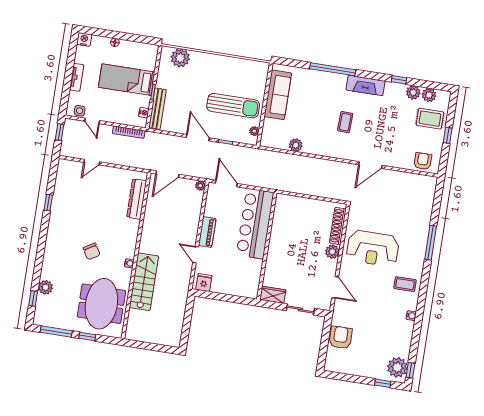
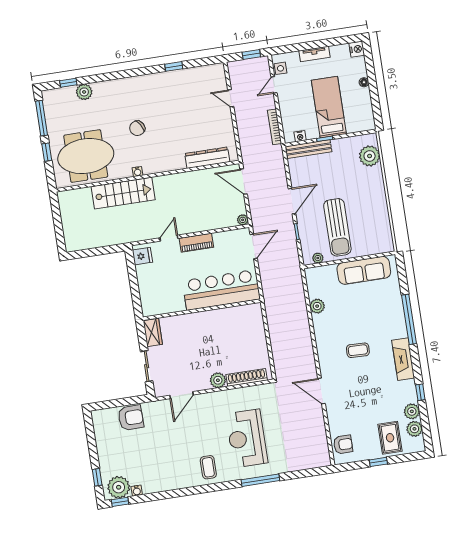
reception desk: (373, 248) -> (247, 438), moved
water cooler: (411, 316) -> (137, 491), moved

